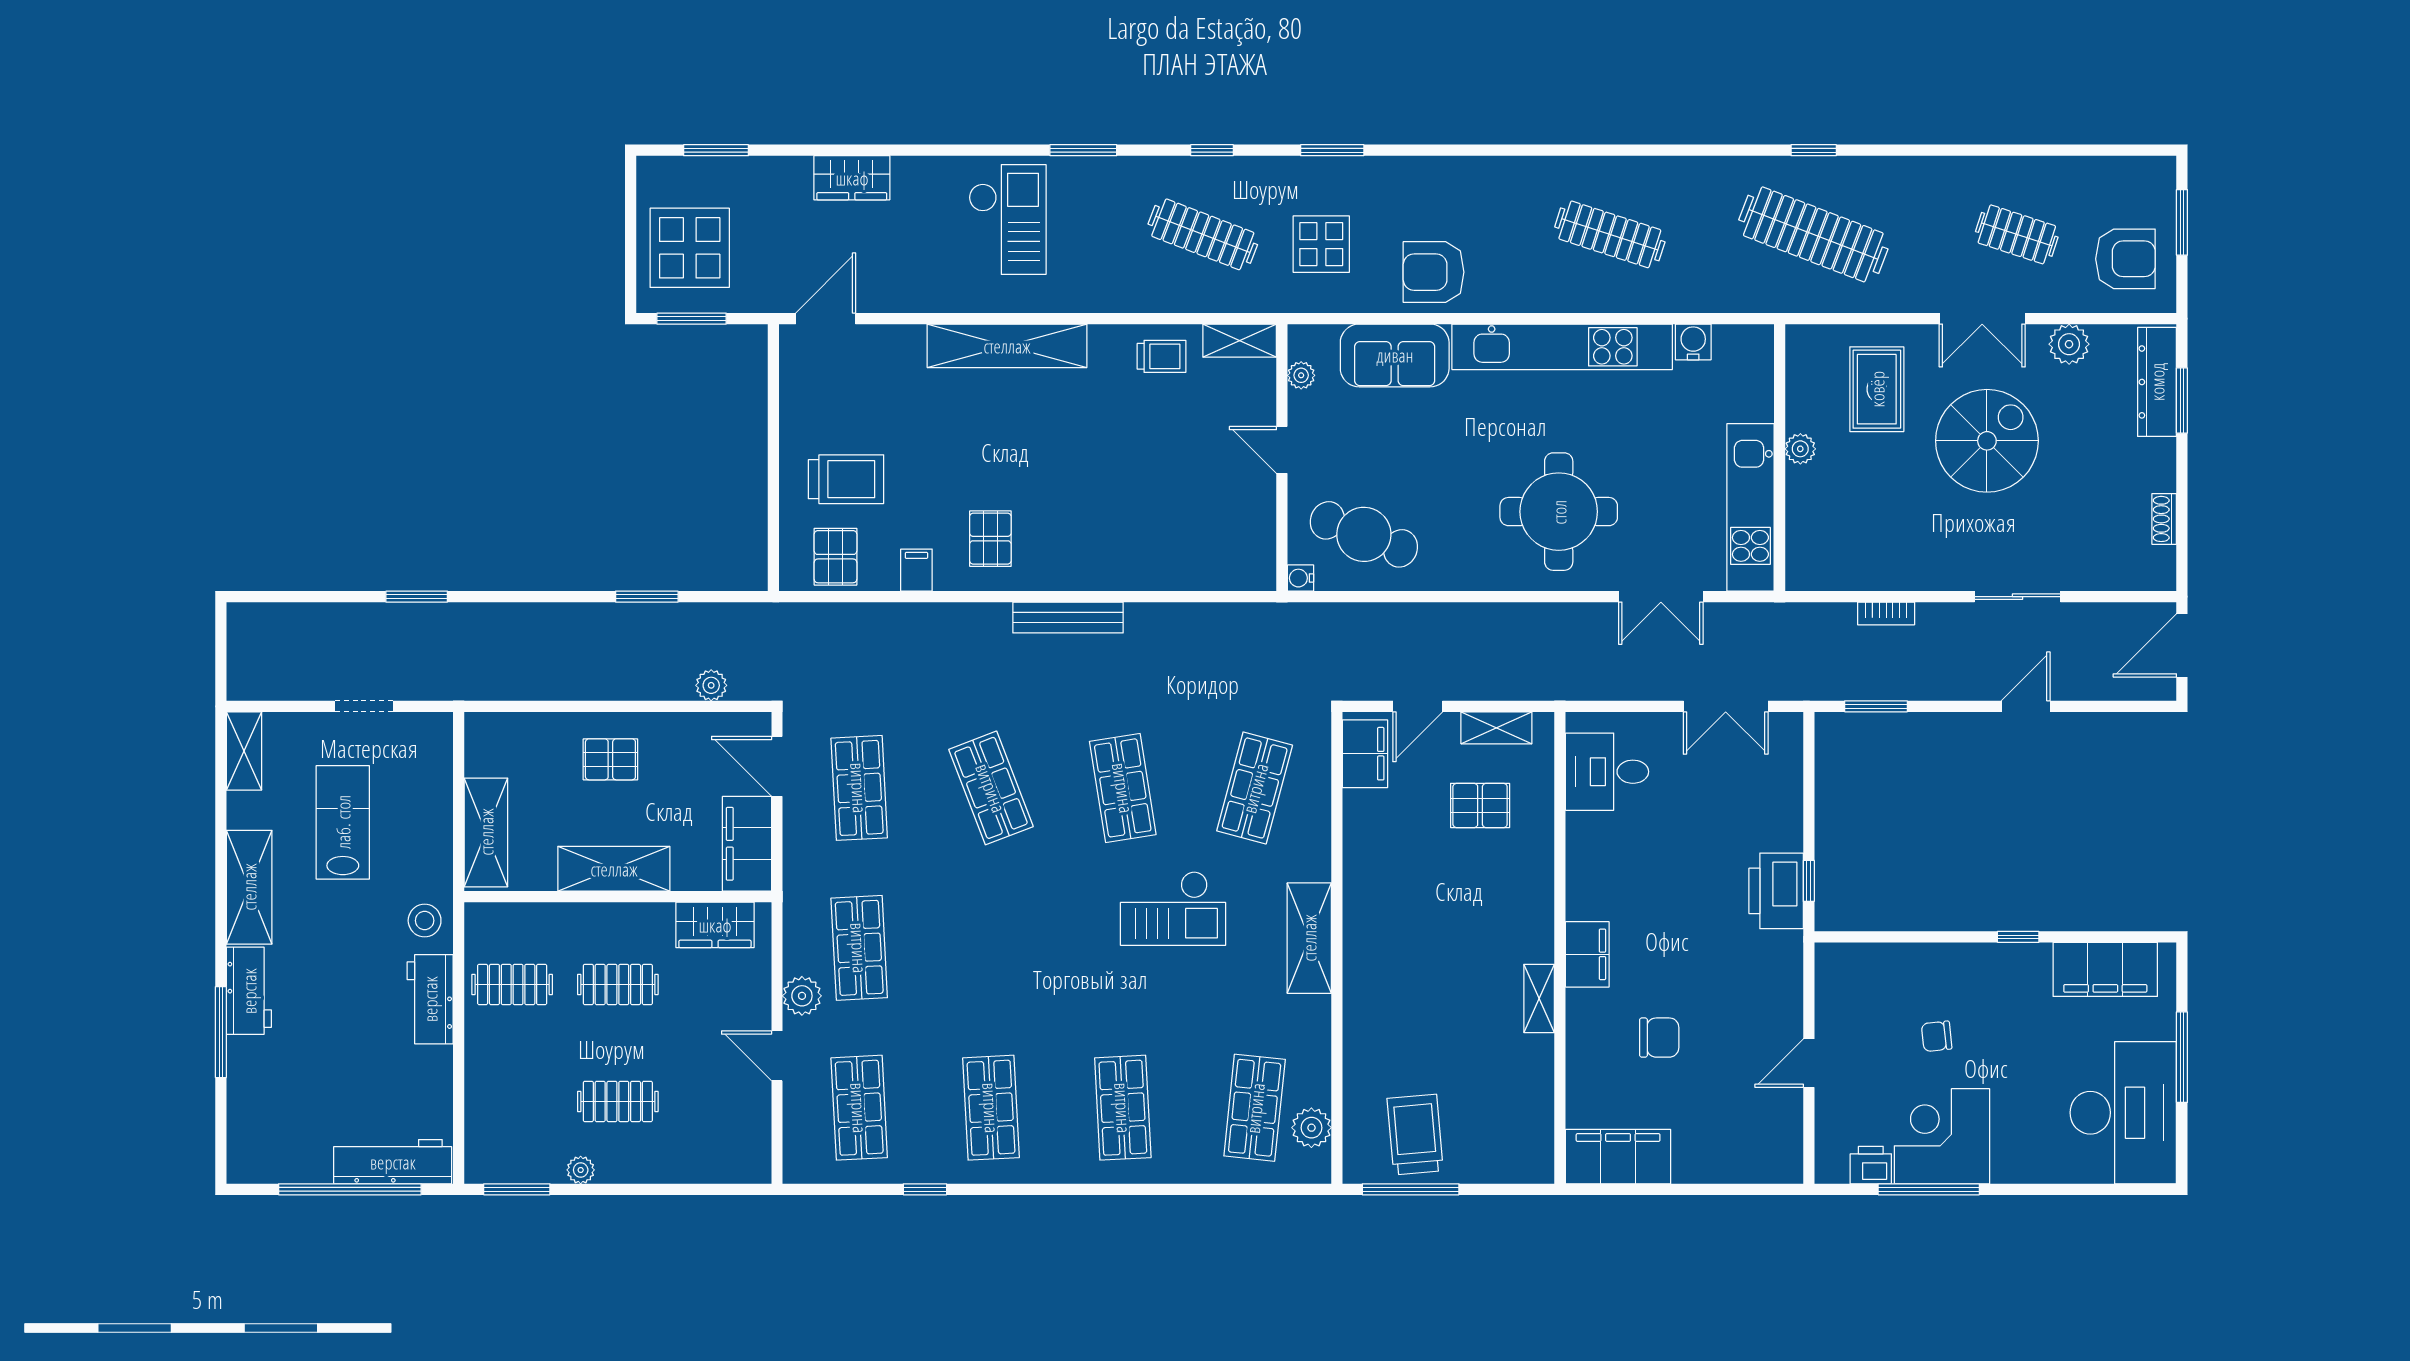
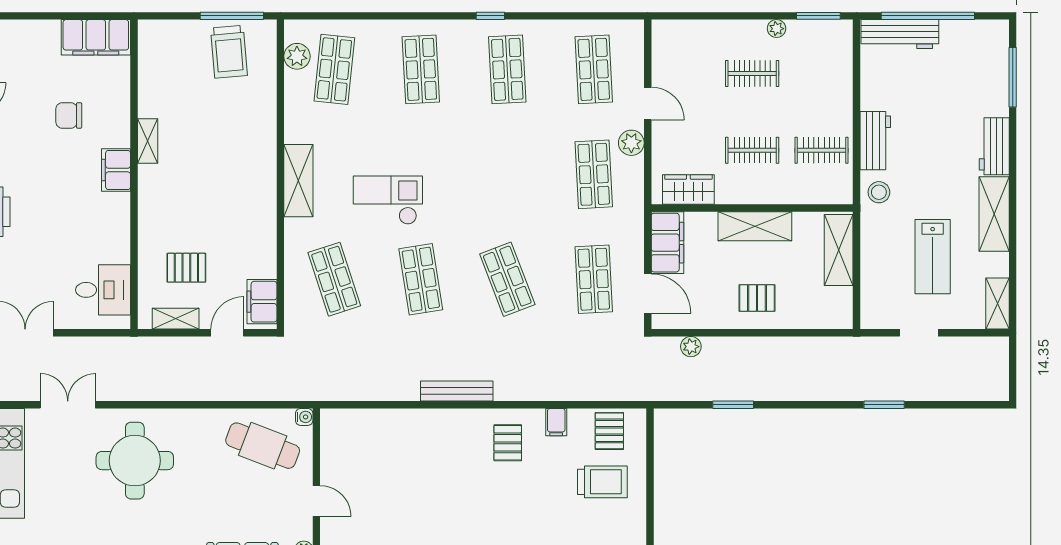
trolley: (846, 479) -> (602, 482), turned 180
shop shelf: (1255, 788) -> (334, 279), turned -33
window: (221, 1032) -> (1013, 77), moved
window: (925, 1189) -> (490, 16), moved

